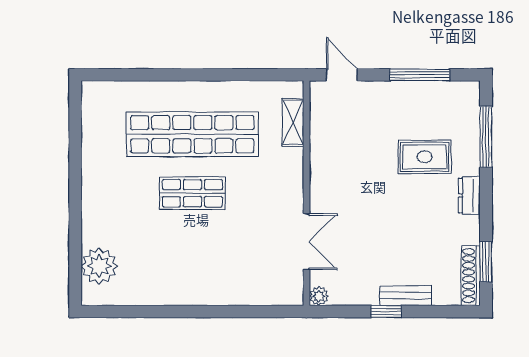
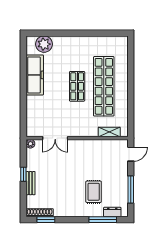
dresser: (469, 195) -> (112, 212), moved
freezer: (167, 287) -> (35, 75), added

